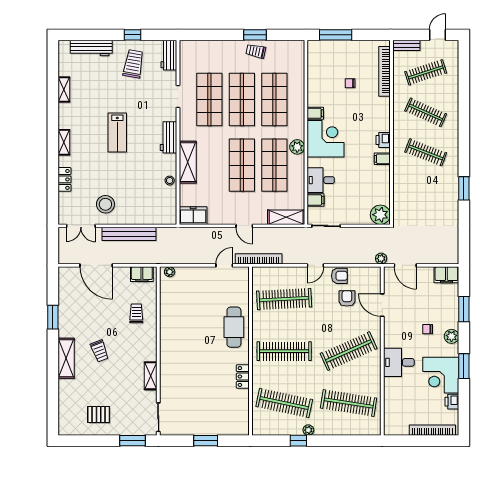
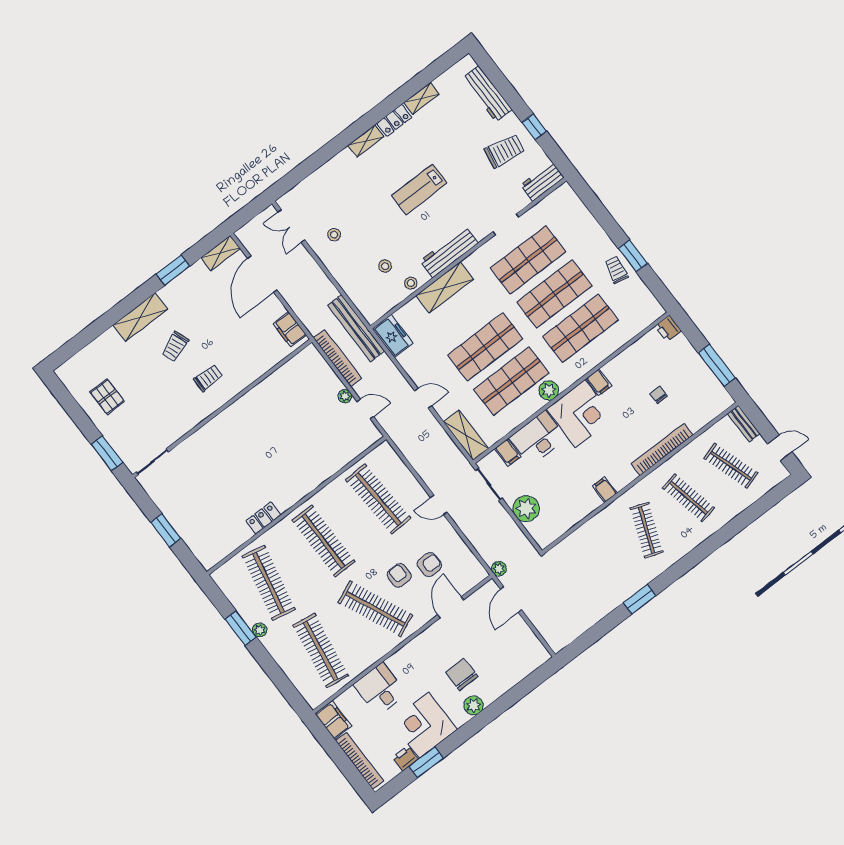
window: (336, 35) -> (717, 365), moved
bookcase: (384, 71) -> (662, 449), moved
clothes rail: (426, 112) -> (689, 498), turned -36
workbench: (169, 137) -> (449, 252), width x1.38
printer: (383, 140) -> (668, 329), moved, turned -90
locker: (65, 179) -> (394, 120), moved
desk: (321, 180) -> (538, 438), width x1.37
stool: (148, 188) -> (385, 266), added
stool: (105, 204) -> (334, 235), width x0.53, depth x0.53
plant: (380, 215) -> (526, 509), moved
door: (244, 226) -> (423, 398), swing flipped
bench: (129, 234) -> (356, 328), moved
bookcase: (259, 259) -> (338, 358), moved
plant: (170, 272) -> (345, 396), moved
filing cabinet: (446, 275) -> (333, 720), moved, turned 180
armchair: (339, 276) -> (399, 575), moved, turned 180
window: (464, 309) -> (512, 697), removed
trolley: (136, 313) -> (208, 378), moved
cafe table: (234, 327) -> (308, 469), removed
chair: (428, 329) -> (462, 674), width x1.87, depth x1.87
desk: (399, 362) -> (380, 689), moved
window: (464, 366) -> (426, 762), moved
shelving: (151, 376) -> (221, 253), moved
window: (298, 441) -> (241, 628), width x1.50

